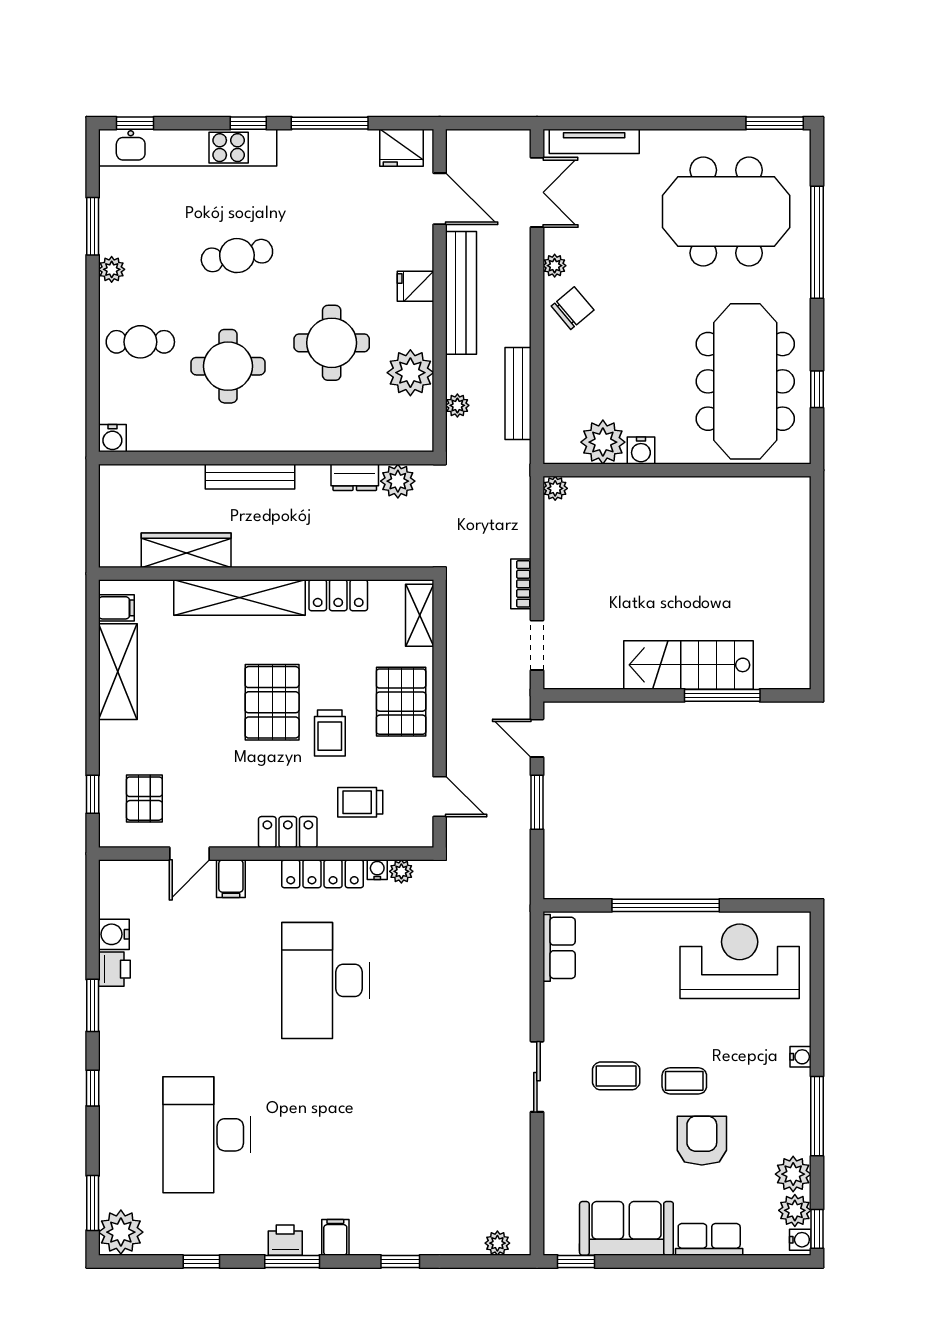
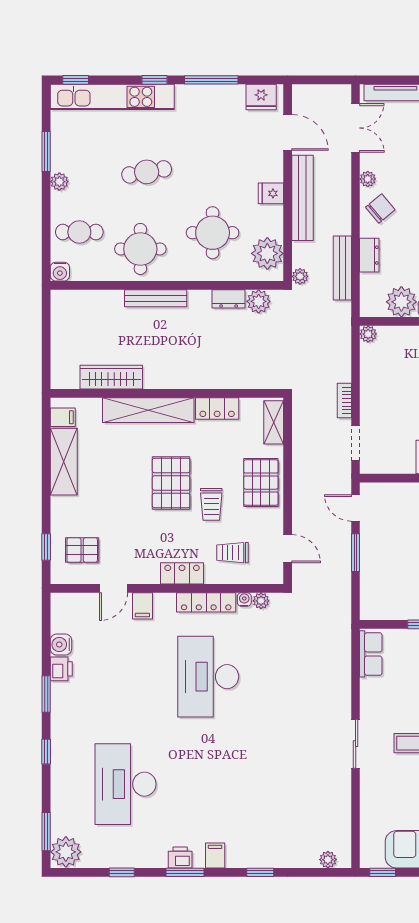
dresser: (557, 375) -> (369, 255), added
water cooler: (112, 438) -> (60, 272), moved
wall: (266, 458) -> (167, 285), moved
bench: (250, 477) -> (156, 298), moved
dresser: (355, 477) -> (229, 299), moved
plant: (398, 481) -> (259, 301), moved
pallet: (144, 799) -> (82, 550), turned 90

